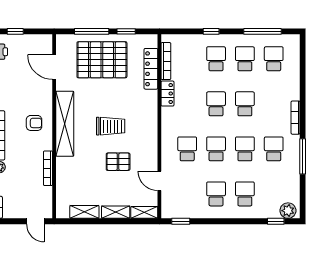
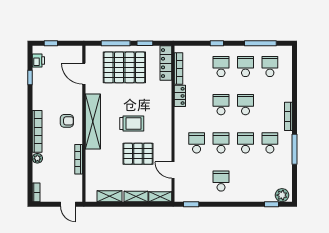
locker: (151, 69) -> (166, 63), moved
pallet: (118, 162) -> (138, 154), width x1.50, depth x1.42
school desk: (245, 194) -> (245, 181), removed

